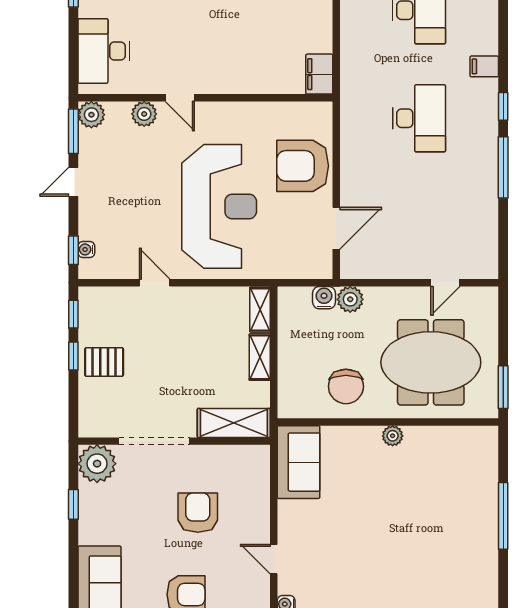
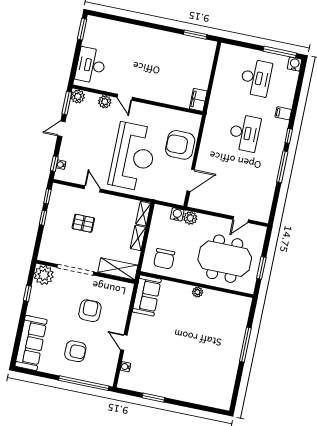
pallet: (104, 362) -> (83, 223), moved
chair: (346, 386) -> (164, 259), moved
window: (503, 387) -> (261, 268), moved

